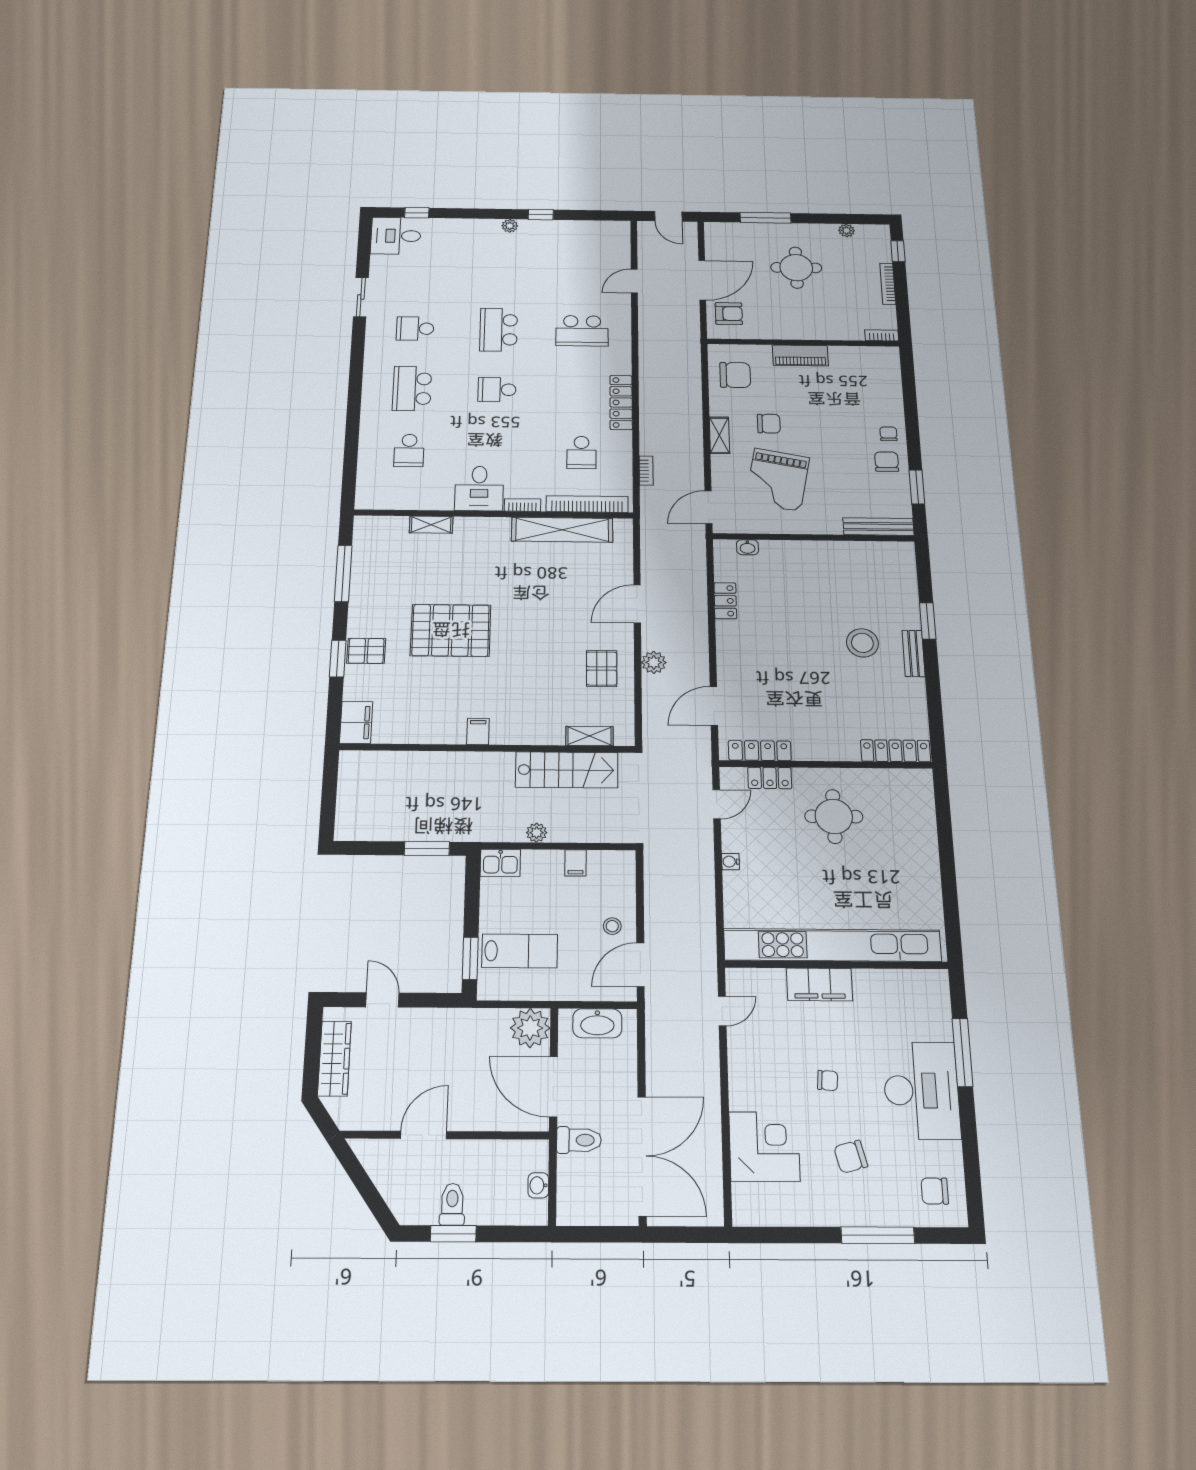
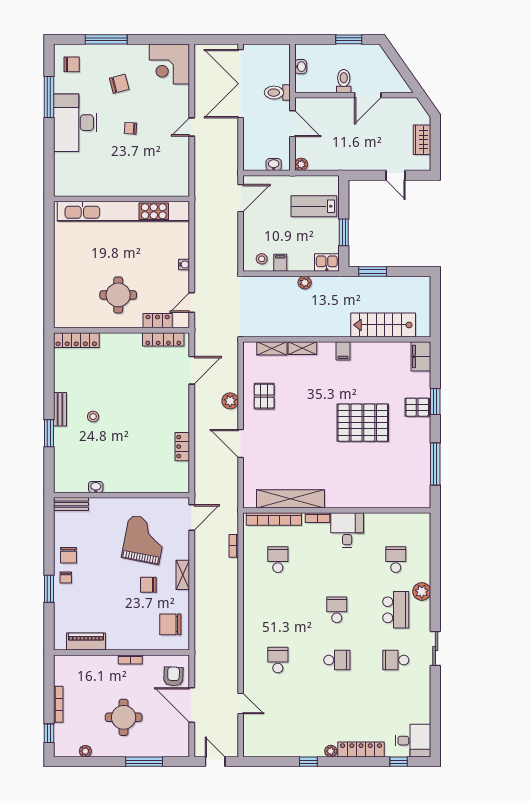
door: (702, 280) -> (192, 705), hinge flipped
door: (634, 281) -> (241, 704), hinge flipped
sliding door: (361, 297) -> (435, 648), moved
armchair: (729, 314) -> (173, 676), turned 92
school desk: (415, 329) -> (396, 660), turned 180
school desk: (499, 330) -> (337, 660), width x0.54
school desk: (582, 331) -> (278, 660), width x0.54
bookcase: (882, 335) -> (130, 659), moved
piano: (800, 355) -> (86, 642), moved
school desk: (497, 390) -> (337, 610), turned -90
locker: (621, 402) -> (361, 749), moved, turned -90
plant: (373, 410) -> (422, 591), added
window: (917, 487) -> (49, 589), moved
shelving: (431, 525) -> (302, 348), moved
bench: (878, 527) -> (71, 504), width x0.73
washbasin: (747, 547) -> (96, 487), moved
door: (637, 604) -> (241, 444), swing flipped
stool: (862, 643) -> (93, 417), width x0.53, depth x0.53
stairs: (567, 770) -> (383, 325), moved
stool: (612, 926) -> (262, 259), moved
window: (470, 958) -> (344, 232), moved
filing cabinet: (819, 984) -> (132, 187), removed
door: (722, 1011) -> (192, 127), moved
washbasin: (597, 1023) -> (274, 165), width x0.52, depth x0.69
plant: (530, 1028) -> (301, 164), width x0.53, depth x0.53
window: (962, 1052) -> (49, 97), moved
wardrobe: (334, 1058) -> (422, 140), width x0.67
door: (553, 1087) -> (293, 124), width x0.73
corner desk: (764, 1147) -> (169, 64), moved
toilet: (452, 1204) -> (344, 81), moved, turned 180

